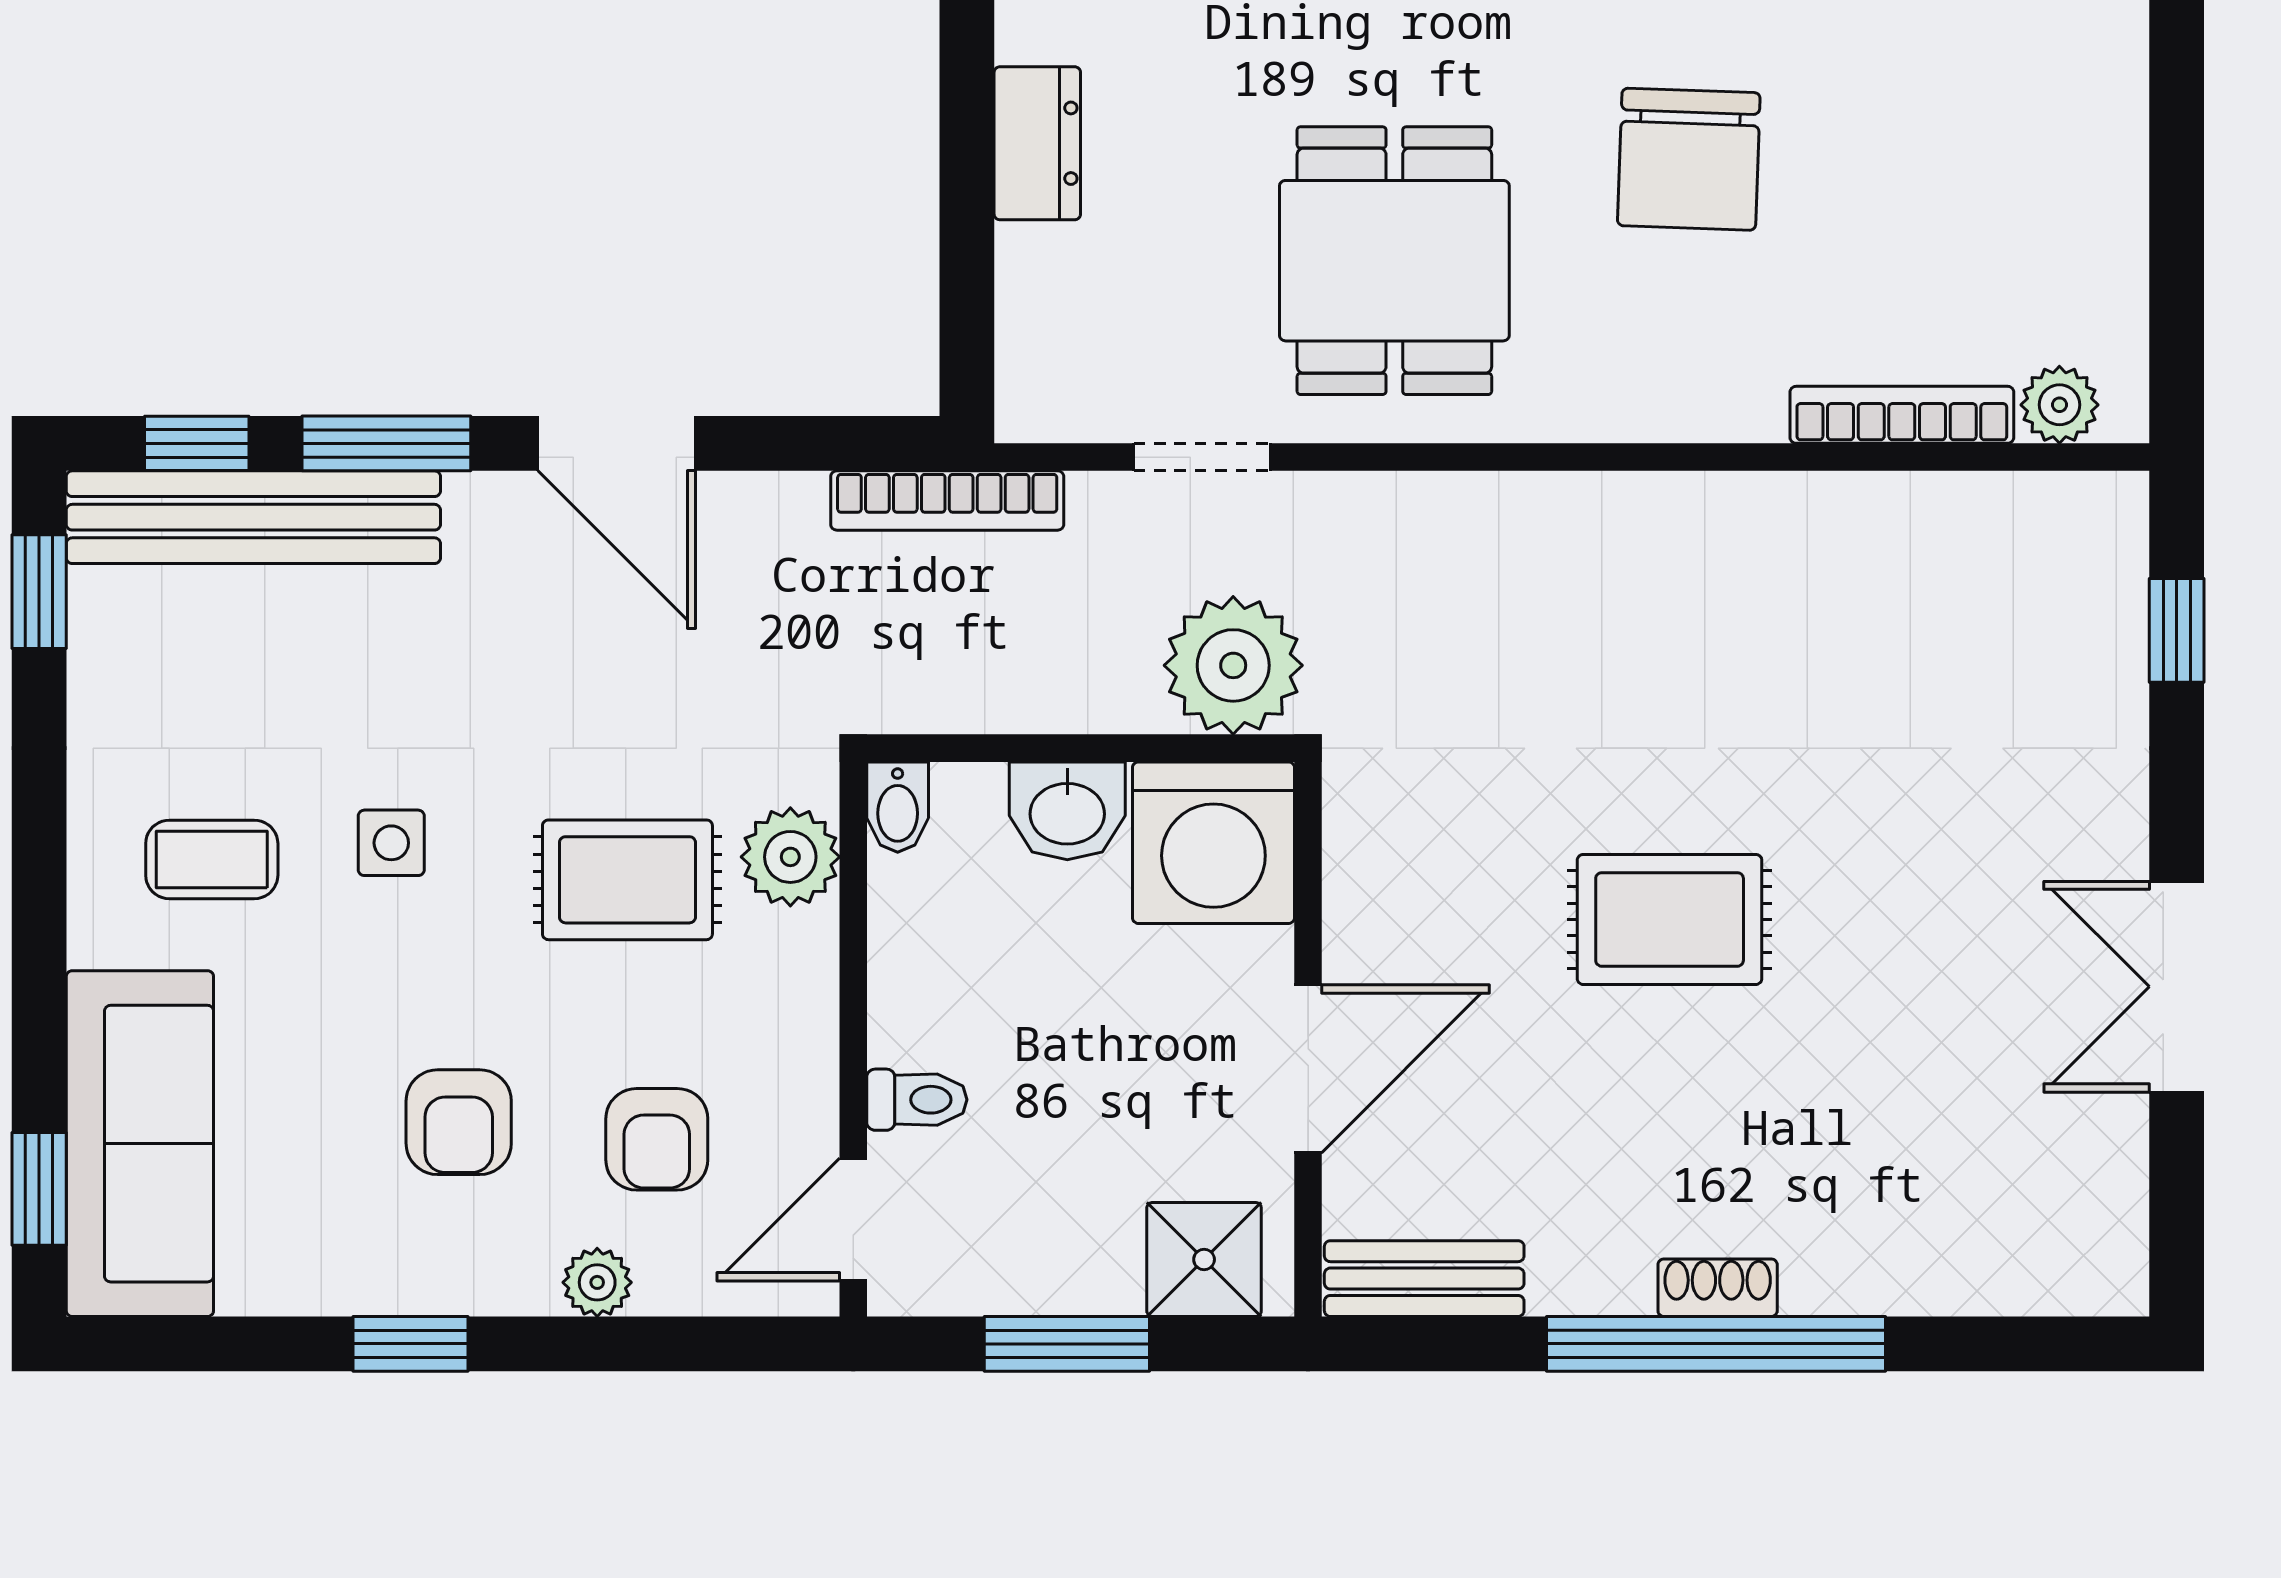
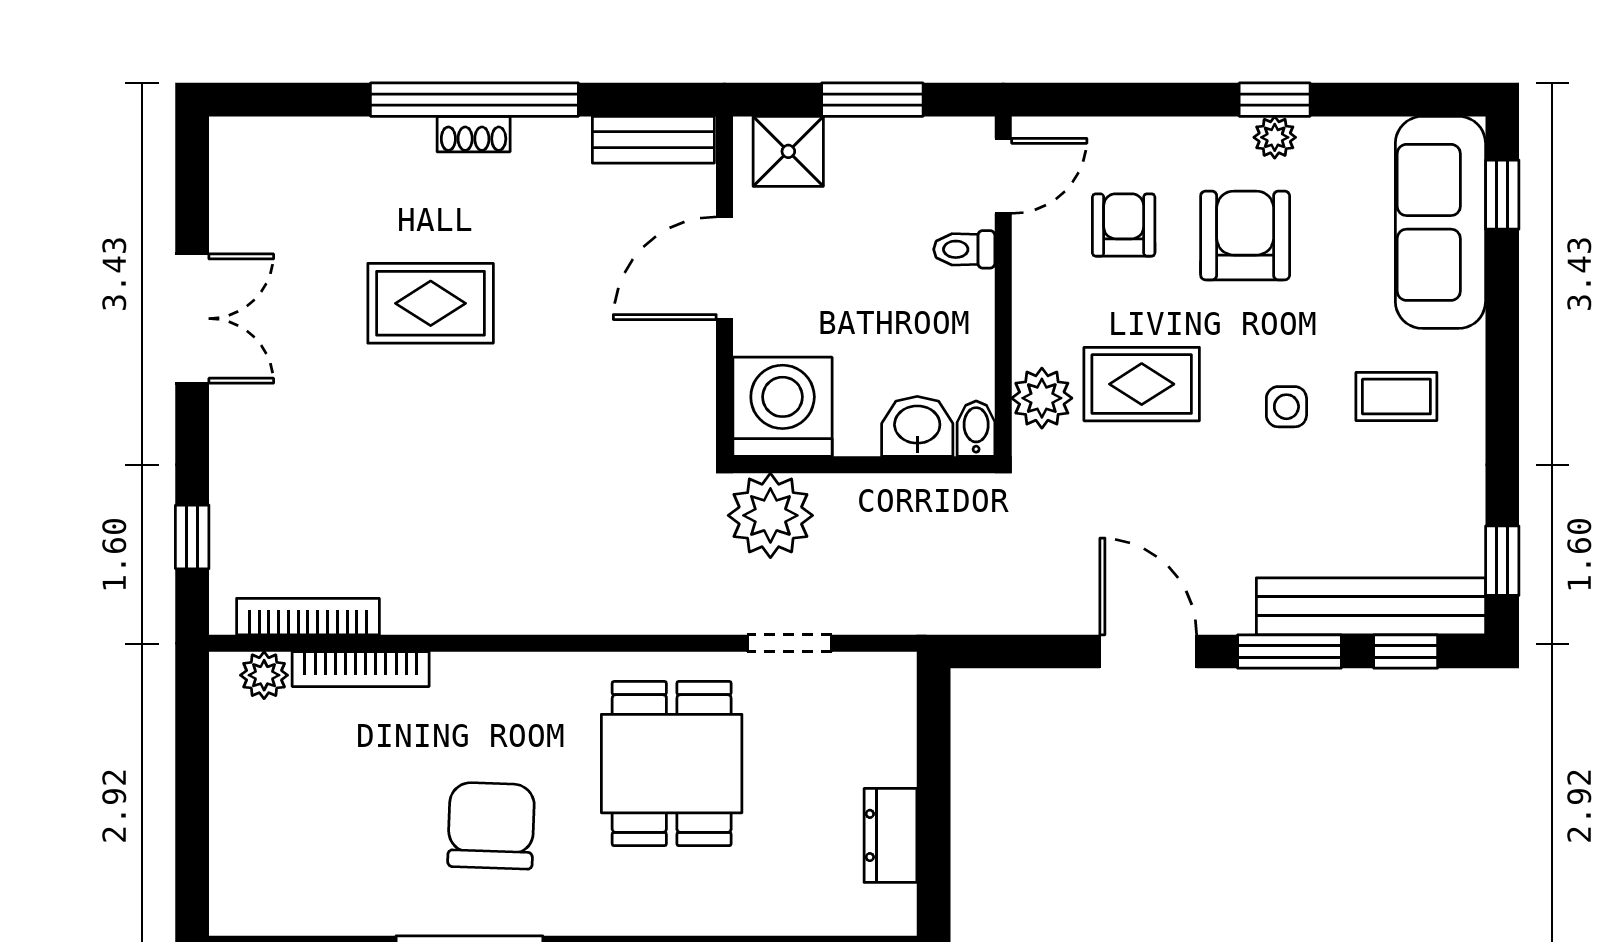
bookcase: (947, 500) -> (308, 617), moved
washbasin: (1067, 811) -> (917, 426), moved
rug: (1670, 919) -> (431, 303), moved
armchair: (459, 1122) -> (1245, 236), width x1.38, depth x1.38
plant: (597, 1282) -> (1275, 137), moved

